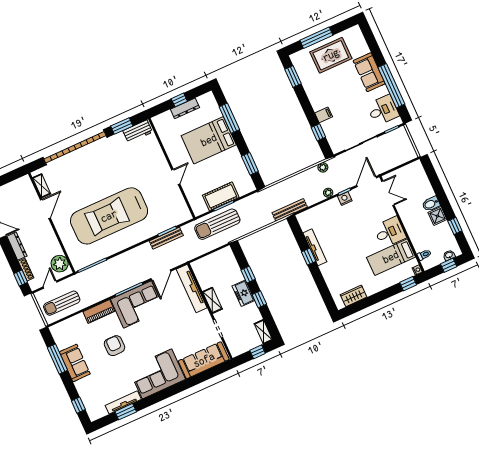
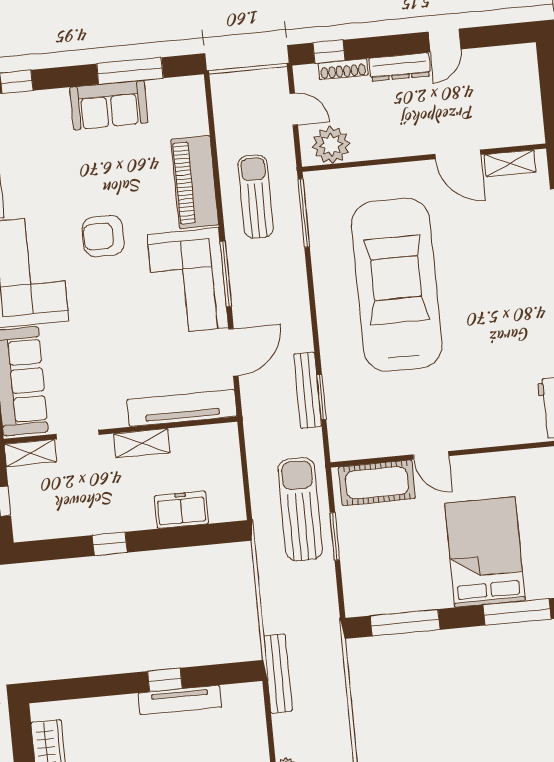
window: (250, 164) -> (405, 623), width x1.44
cot: (221, 196) -> (377, 483), moved, turned 90
door: (161, 275) -> (233, 352), swing flipped
window: (248, 275) -> (171, 538), removed
freezer: (243, 293) -> (181, 510), moved
sun lounger: (62, 303) -> (256, 197), moved
piano: (99, 312) -> (195, 182), width x1.37, depth x1.33
shelving: (263, 332) -> (30, 453), moved
armchair: (114, 346) -> (103, 236), moved, turned 180

